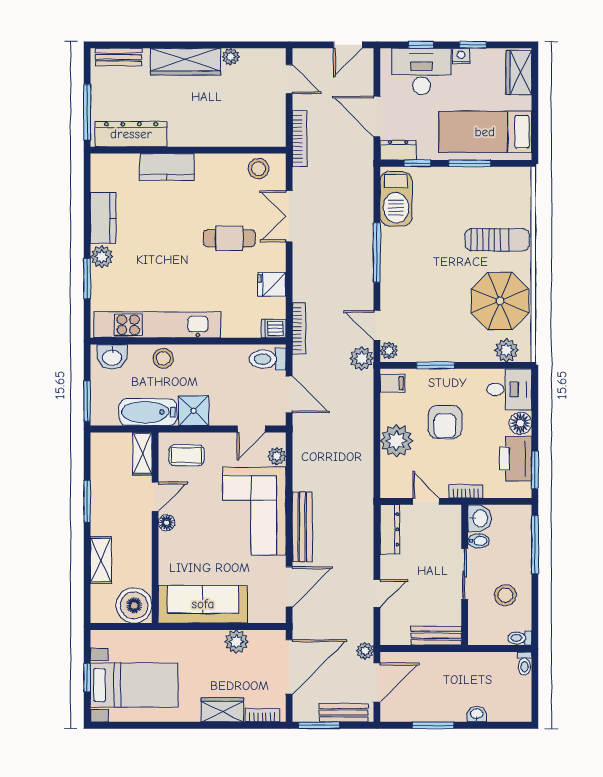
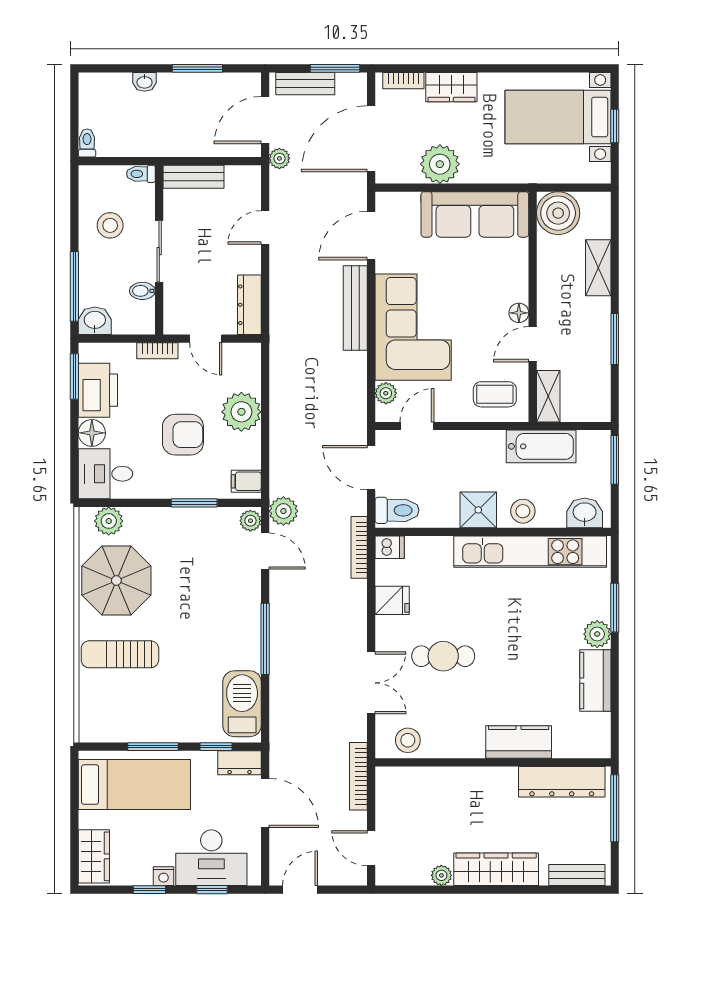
shower: (194, 411) -> (478, 510), moved
armchair: (445, 422) -> (183, 435), turned 90
washbasin: (479, 518) -> (95, 321), moved, turned 90
toilet: (520, 638) -> (141, 174), moved, turned 180
plant: (236, 642) -> (440, 164), width x1.36, depth x1.36

